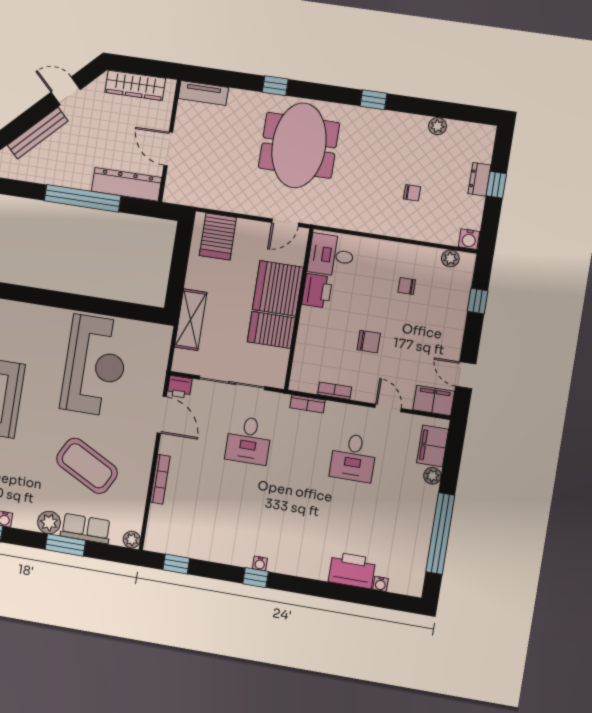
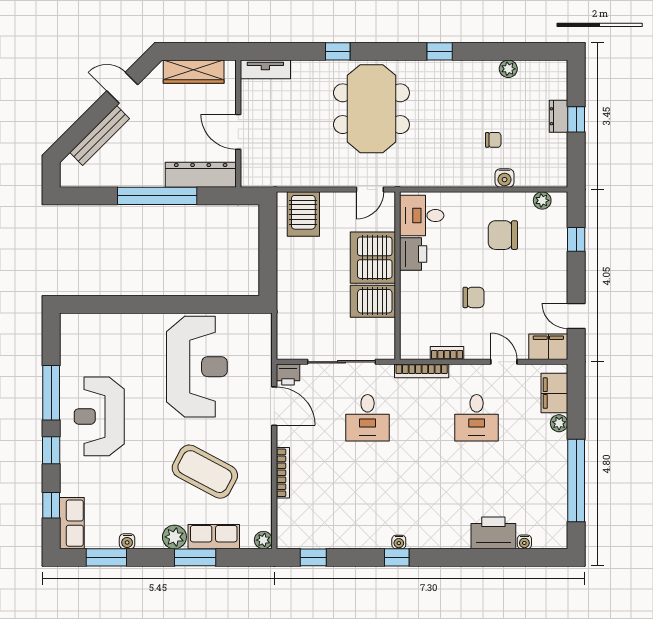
water cooler: (469, 239) -> (505, 178), moved
chair: (407, 286) -> (503, 235), width x1.87, depth x1.87
shelving: (191, 320) -> (289, 304), removed
bookcase: (307, 404) -> (422, 371), width x1.56

